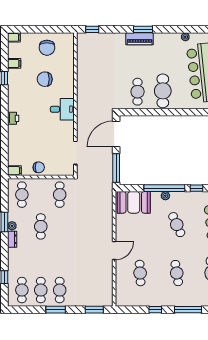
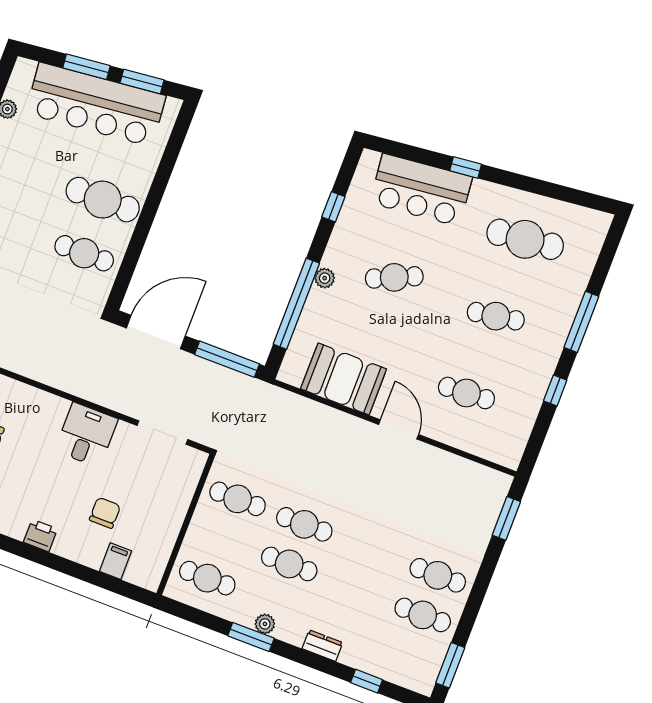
desk: (62, 109) -> (86, 435), moved
door: (116, 134) -> (156, 332), swing flipped
chair: (39, 167) -> (105, 513), moved
filing cabinet: (14, 171) -> (115, 561), moved
window: (164, 188) -> (296, 304), moved
booth: (134, 202) -> (344, 379), moved, turned 90
dresser: (12, 239) -> (322, 646), moved
cafe table: (22, 290) -> (304, 524), moved
window: (56, 310) -> (450, 665), moved

